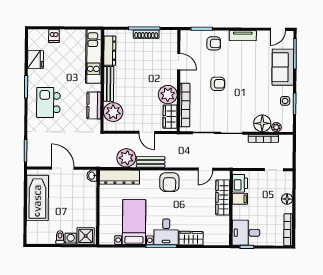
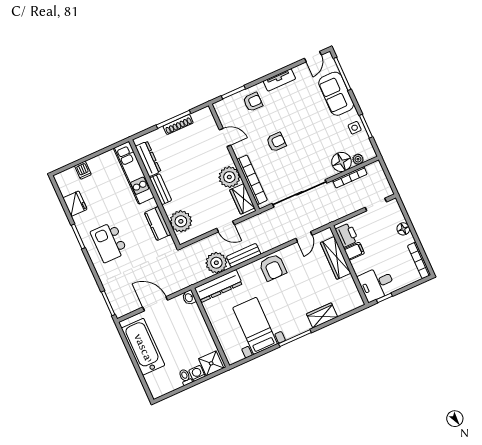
bench: (109, 84) -> (161, 189), width x0.73
desk: (166, 232) -> (293, 321), removed

